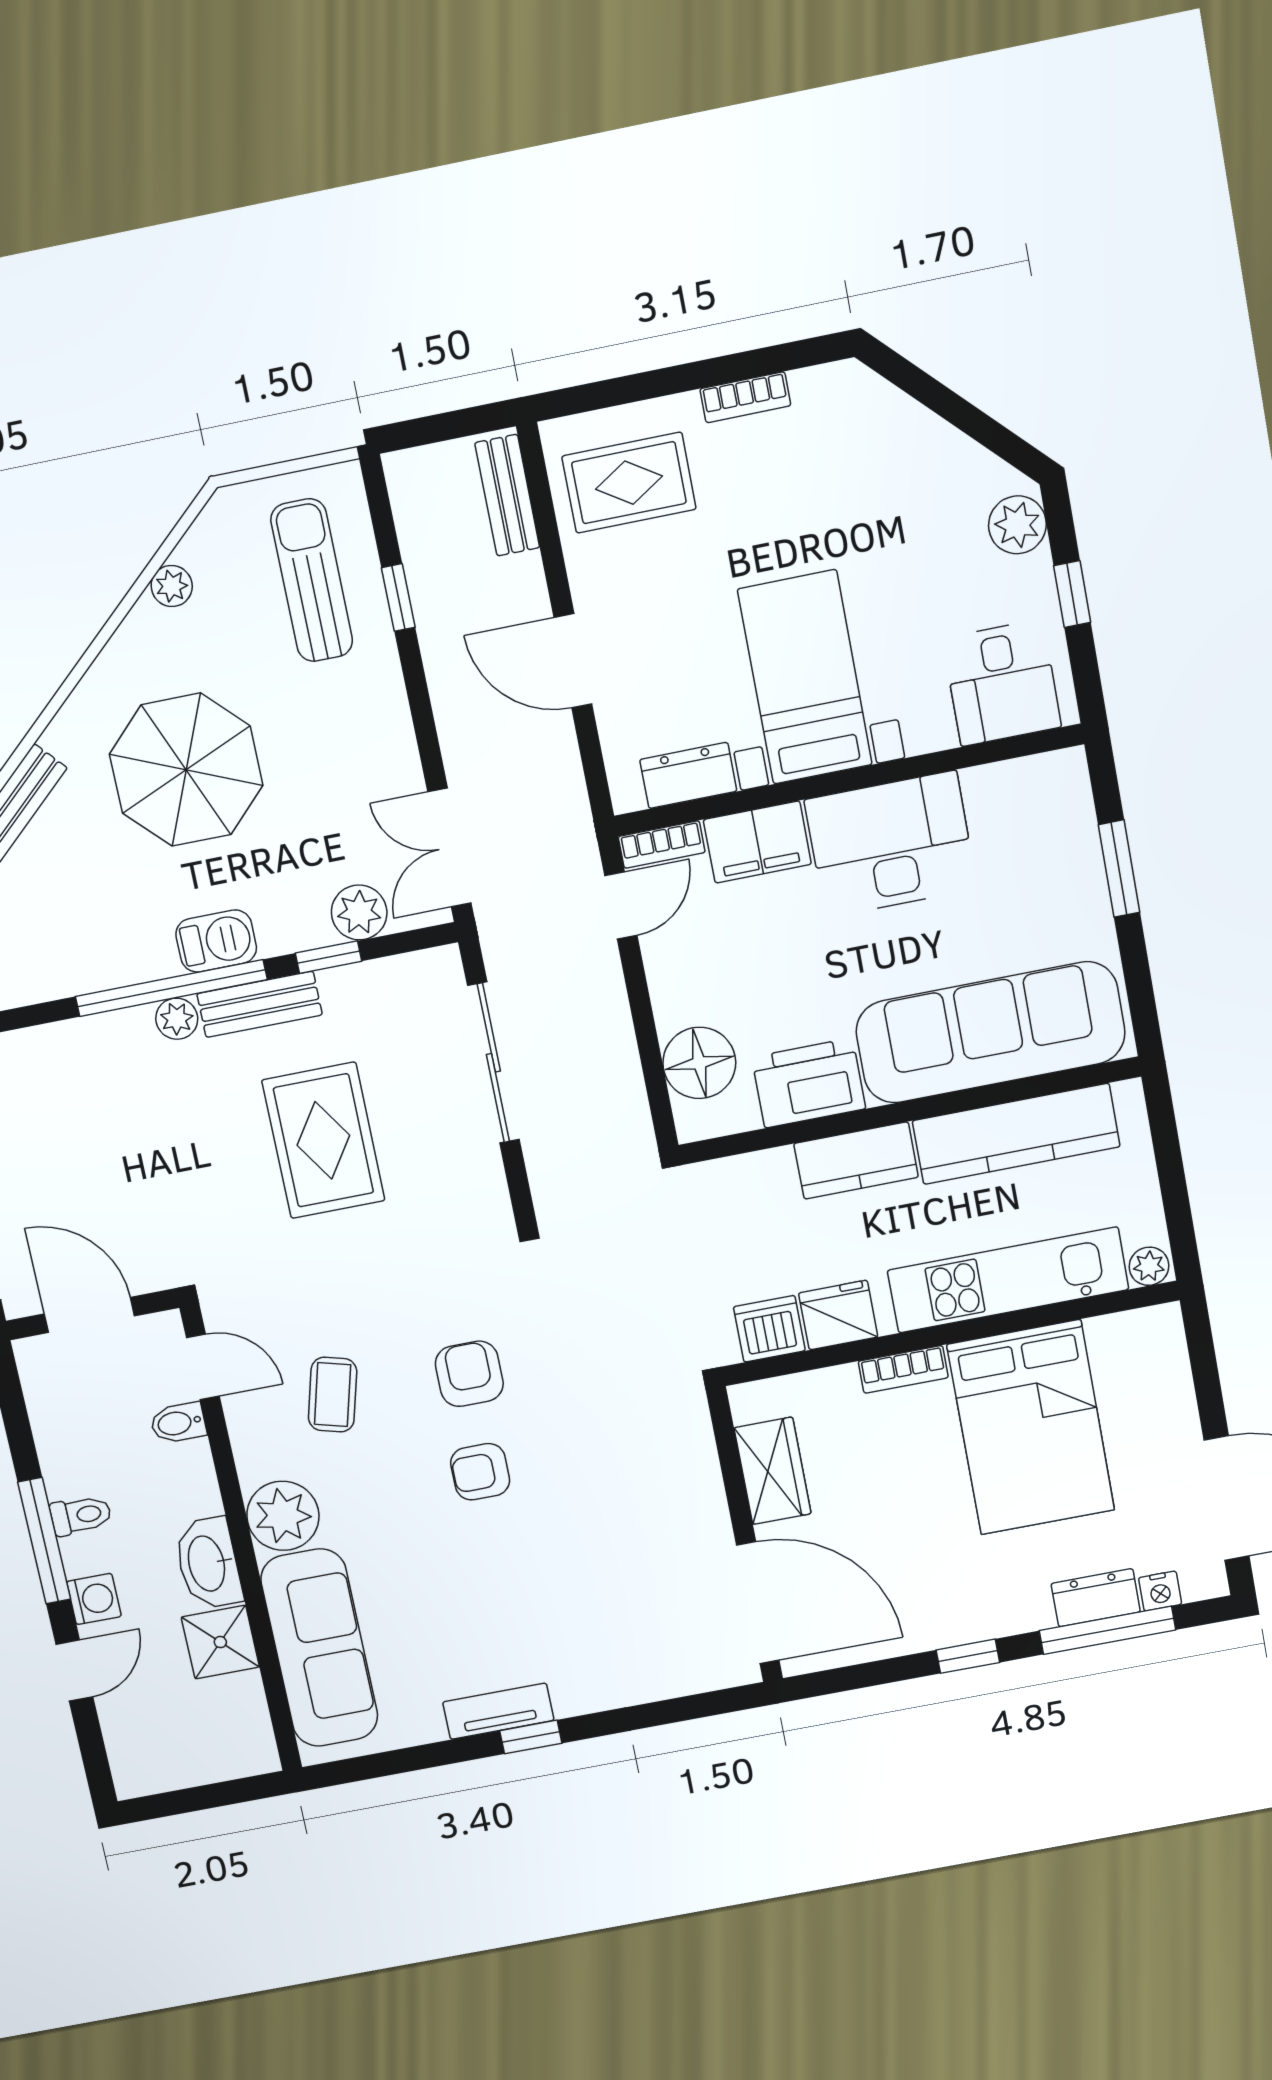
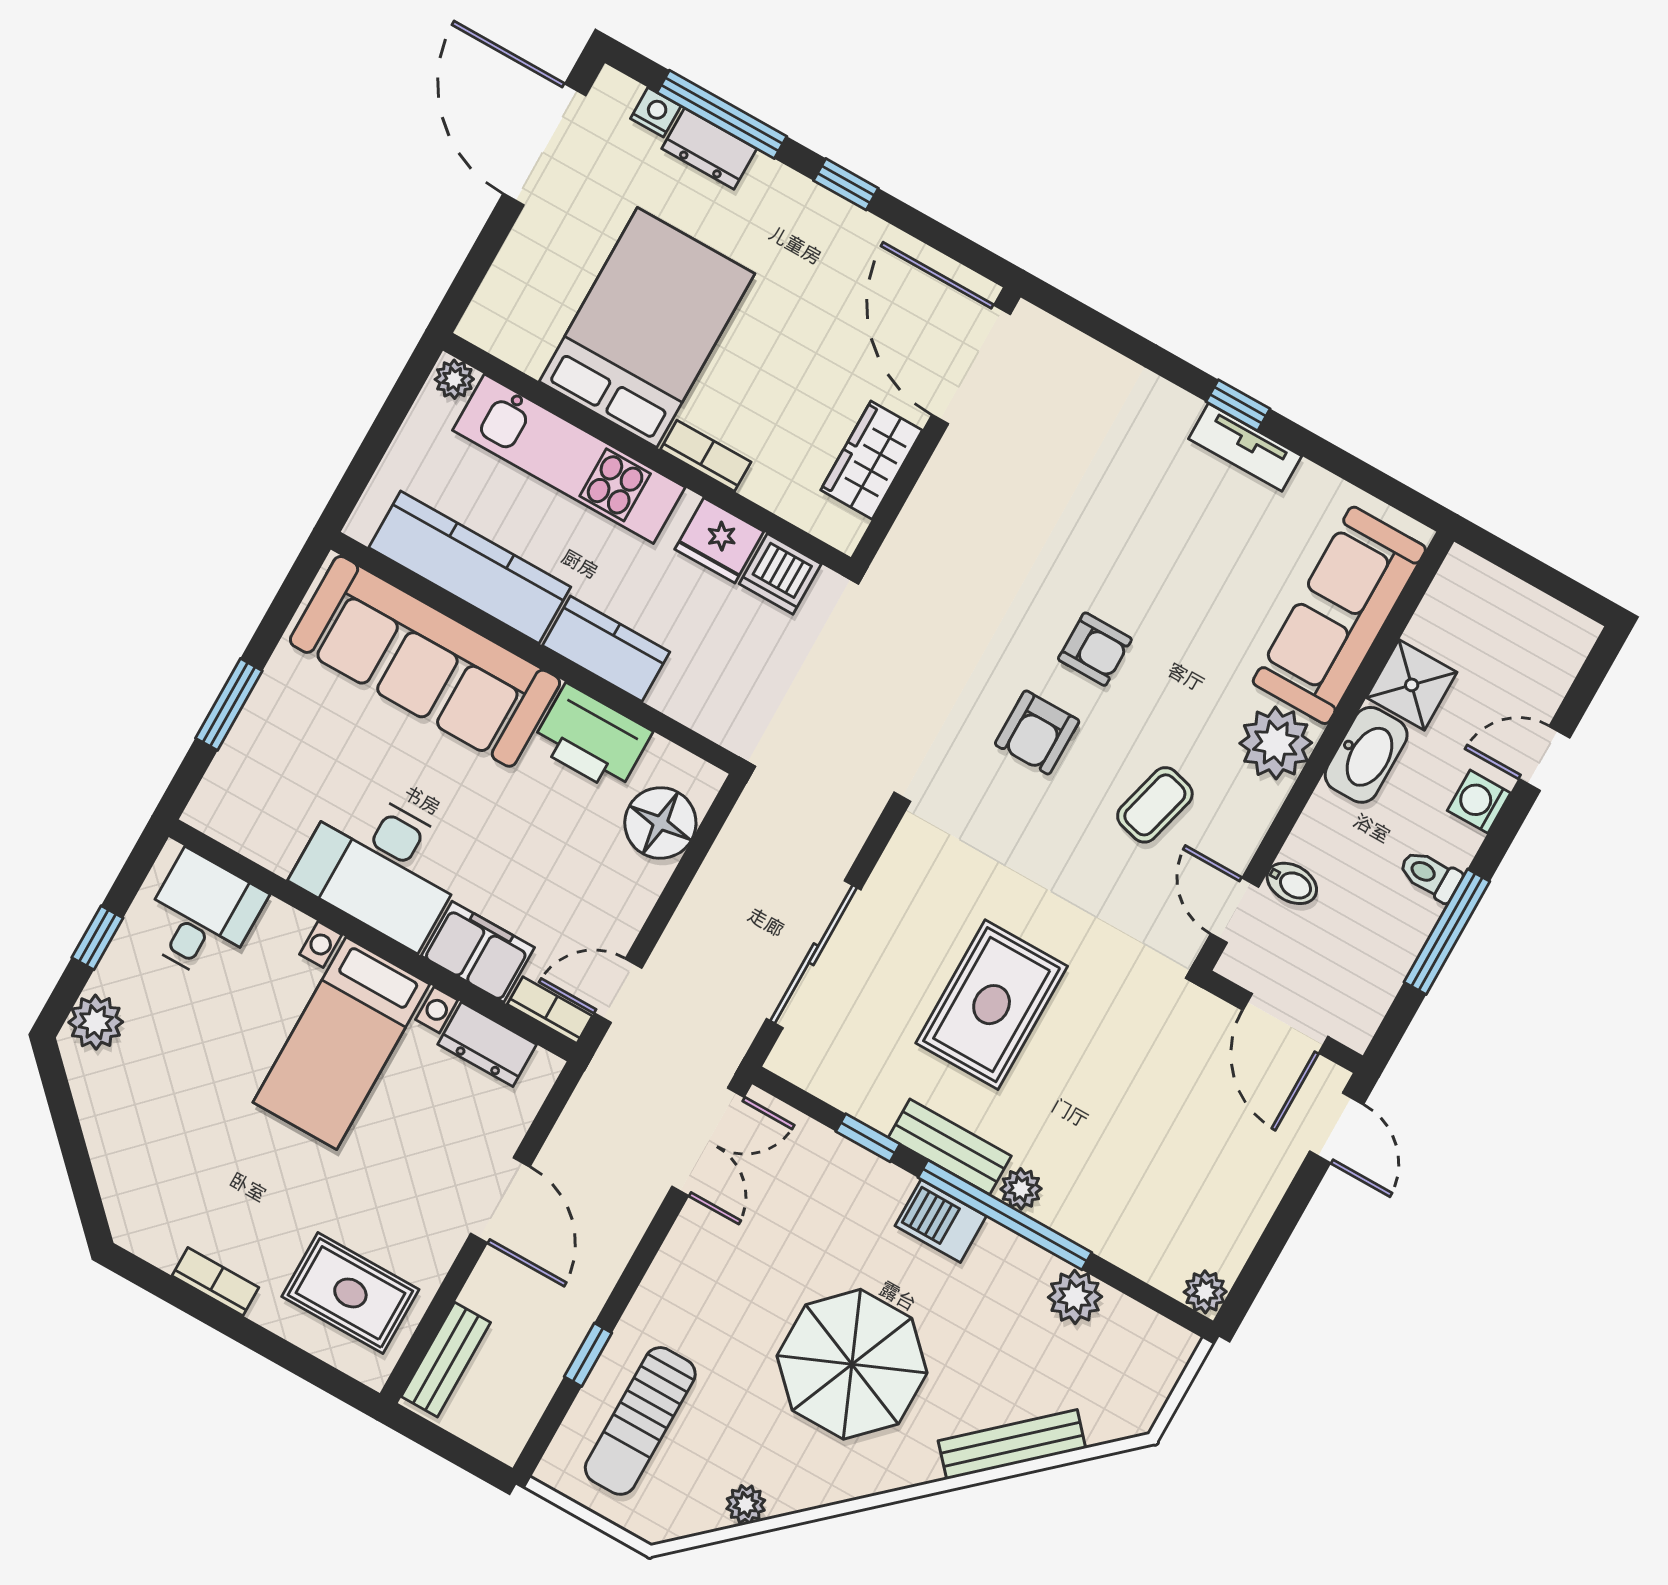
plant: (359, 912) -> (1075, 1297), moved
window: (44, 1541) -> (1447, 932), moved

